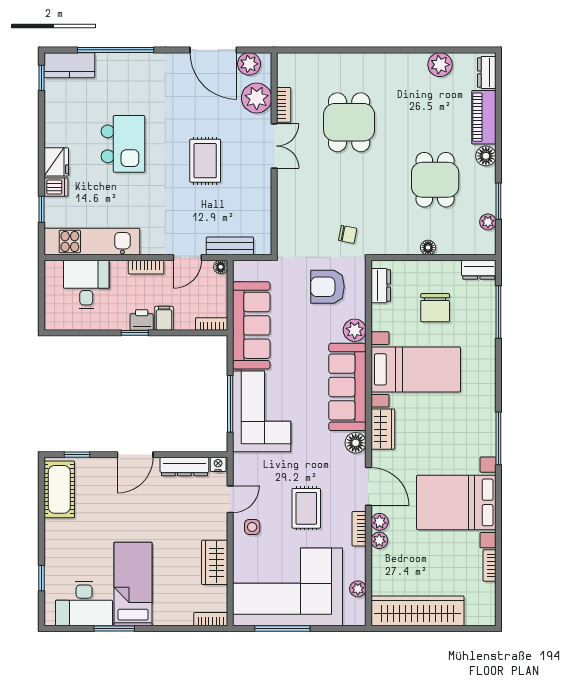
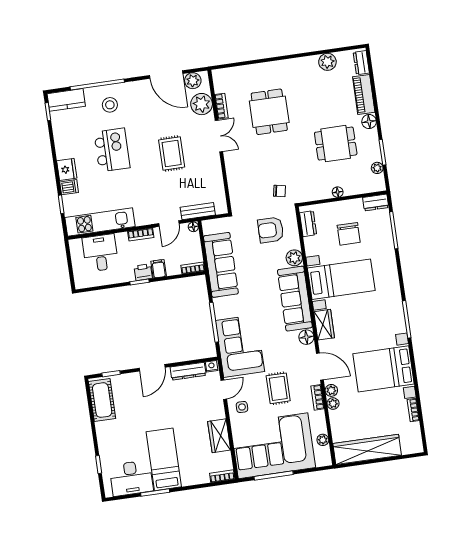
stool: (129, 81) -> (110, 105), added
dining table: (435, 180) -> (336, 144), turned 90
corner sofa: (262, 411) -> (240, 346), moved

